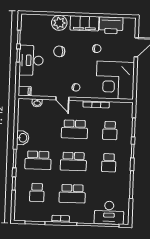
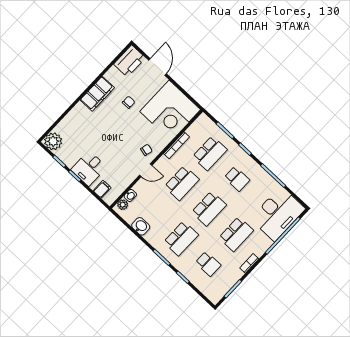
plant: (59, 23) -> (53, 141), moved
printer: (111, 25) -> (129, 61), moved
chair: (59, 51) -> (102, 137), removed
desk: (31, 60) -> (89, 168), width x0.73
filing cabinet: (25, 91) -> (102, 189), moved
plant: (27, 103) -> (123, 205), added
school desk: (110, 130) -> (210, 153), width x1.85
washbasin: (23, 138) -> (141, 226), moved
desk: (109, 213) -> (278, 214), width x1.36, depth x1.30

